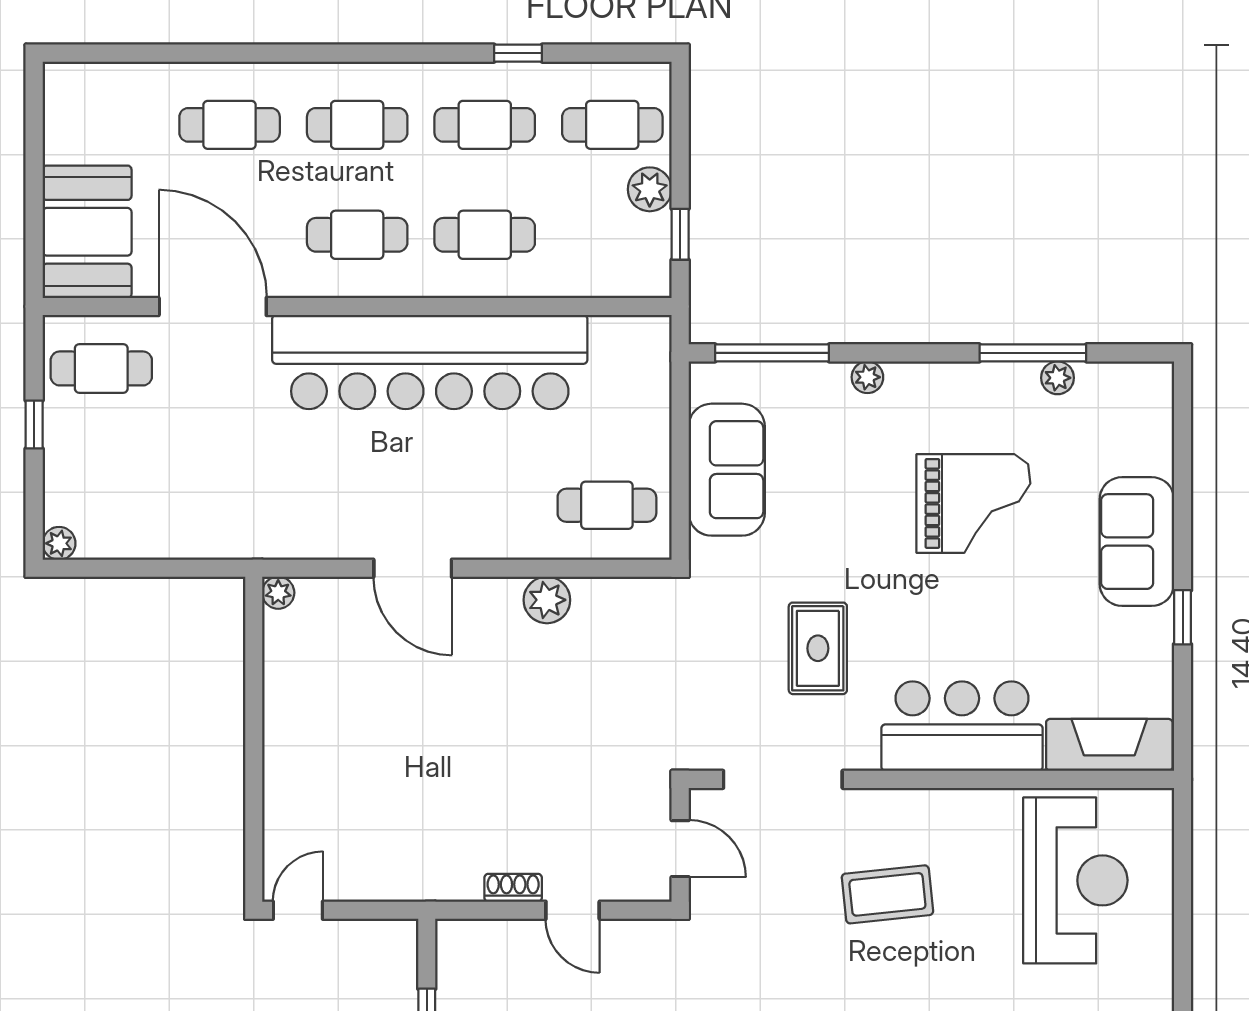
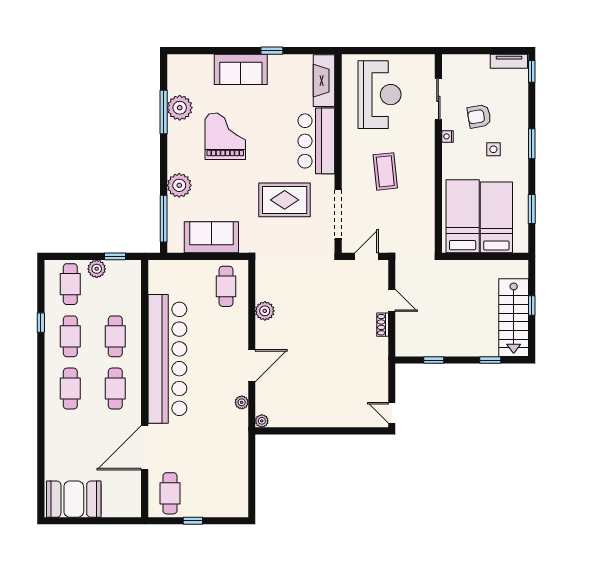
cafe table: (230, 125) -> (70, 441), removed
booth: (87, 232) -> (74, 499), moved
plant: (867, 377) -> (179, 185), width x1.88, depth x1.88
plant: (1057, 378) -> (180, 108), width x1.87, depth x1.87
plant: (59, 543) -> (242, 402), moved
rug: (818, 648) -> (285, 200), width x1.36, depth x1.43
reception desk: (1075, 880) -> (380, 95), turned 90
door: (573, 910) -> (392, 300), hinge flipped

